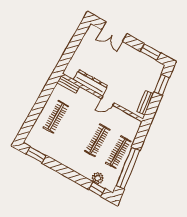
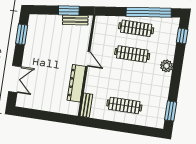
window: (162, 85) -> (69, 10), moved
plant: (98, 178) -> (167, 66), moved

